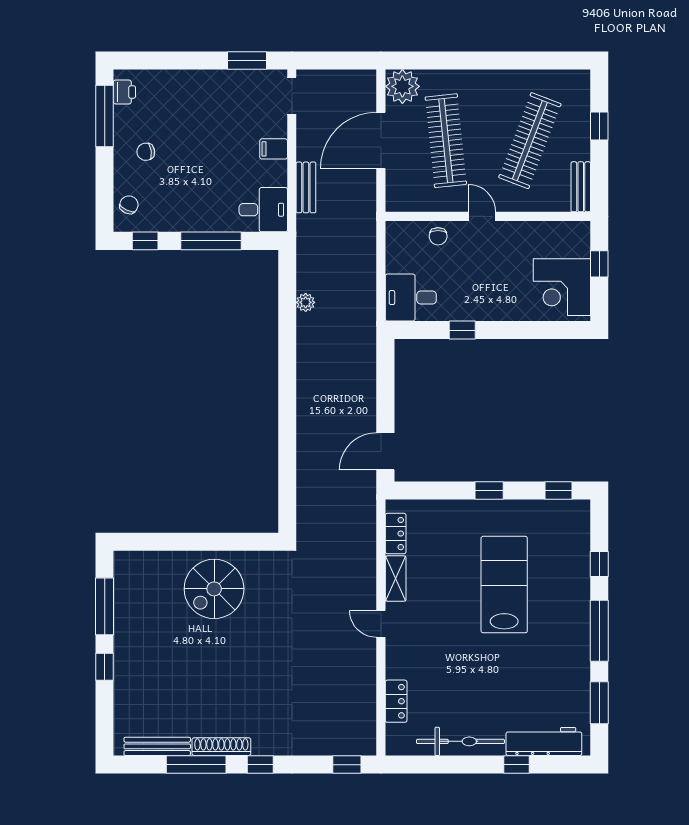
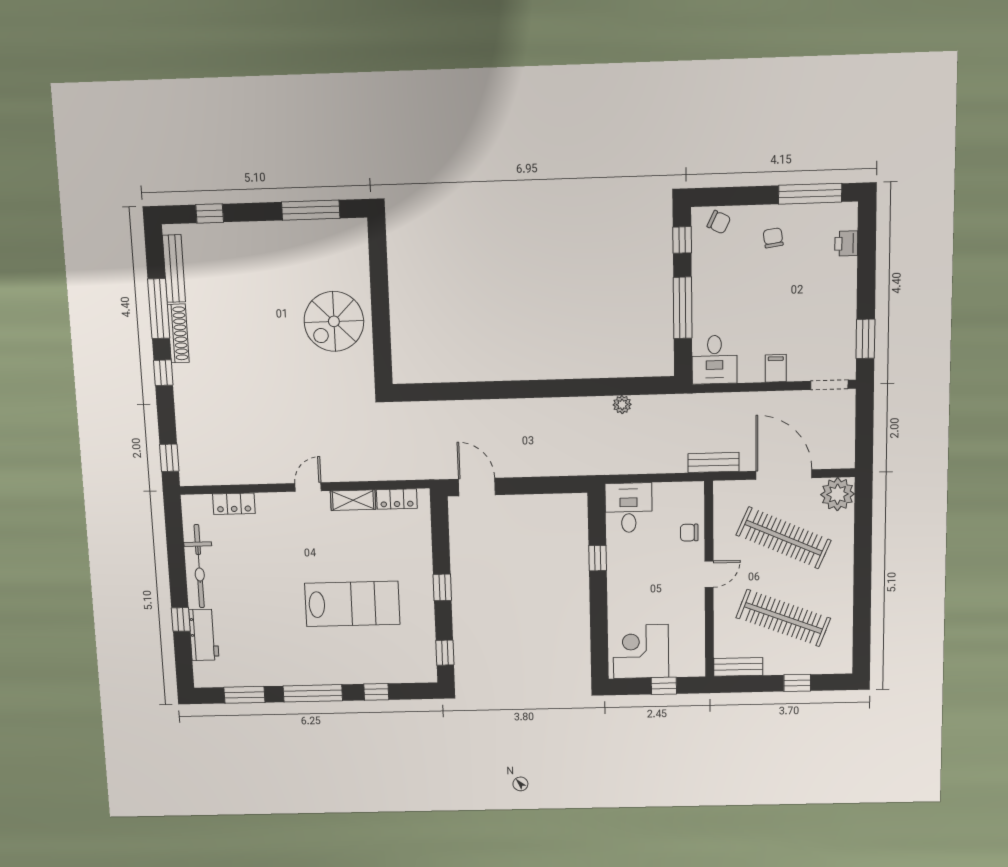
printer: (124, 92) -> (846, 243), moved, turned 90
clothes rail: (446, 141) -> (784, 538), turned 30
bench: (306, 187) -> (713, 462), moved
spiral stairs: (214, 589) -> (334, 321), turned -90
window: (105, 667) -> (210, 213), moved
workbench: (544, 741) -> (204, 635), width x0.73

